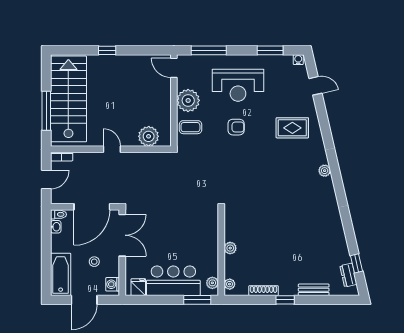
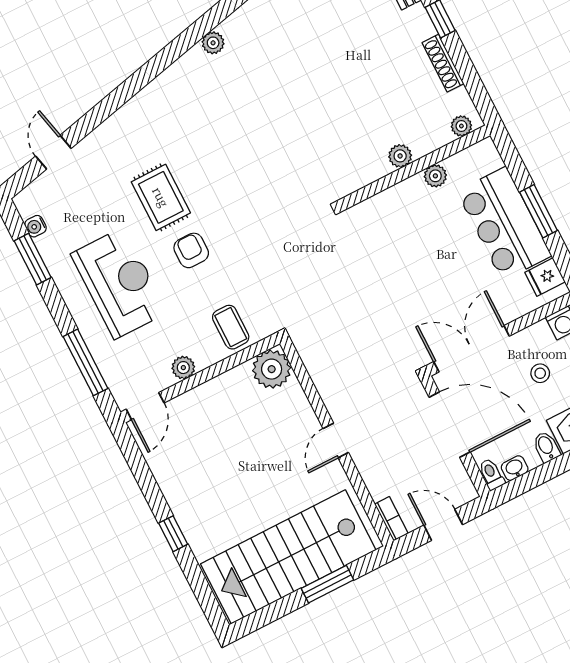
water cooler: (298, 60) -> (36, 226), moved
plant: (188, 100) -> (183, 368), width x0.53, depth x0.53
window: (46, 111) -> (327, 584), width x0.69
rug: (292, 128) -> (161, 197), moved
plant: (149, 136) -> (272, 369), moved
plant: (325, 171) -> (213, 43), moved
bidet: (58, 247) -> (546, 447), added
plant: (212, 283) -> (435, 176), moved
window: (197, 300) -> (539, 211), moved

